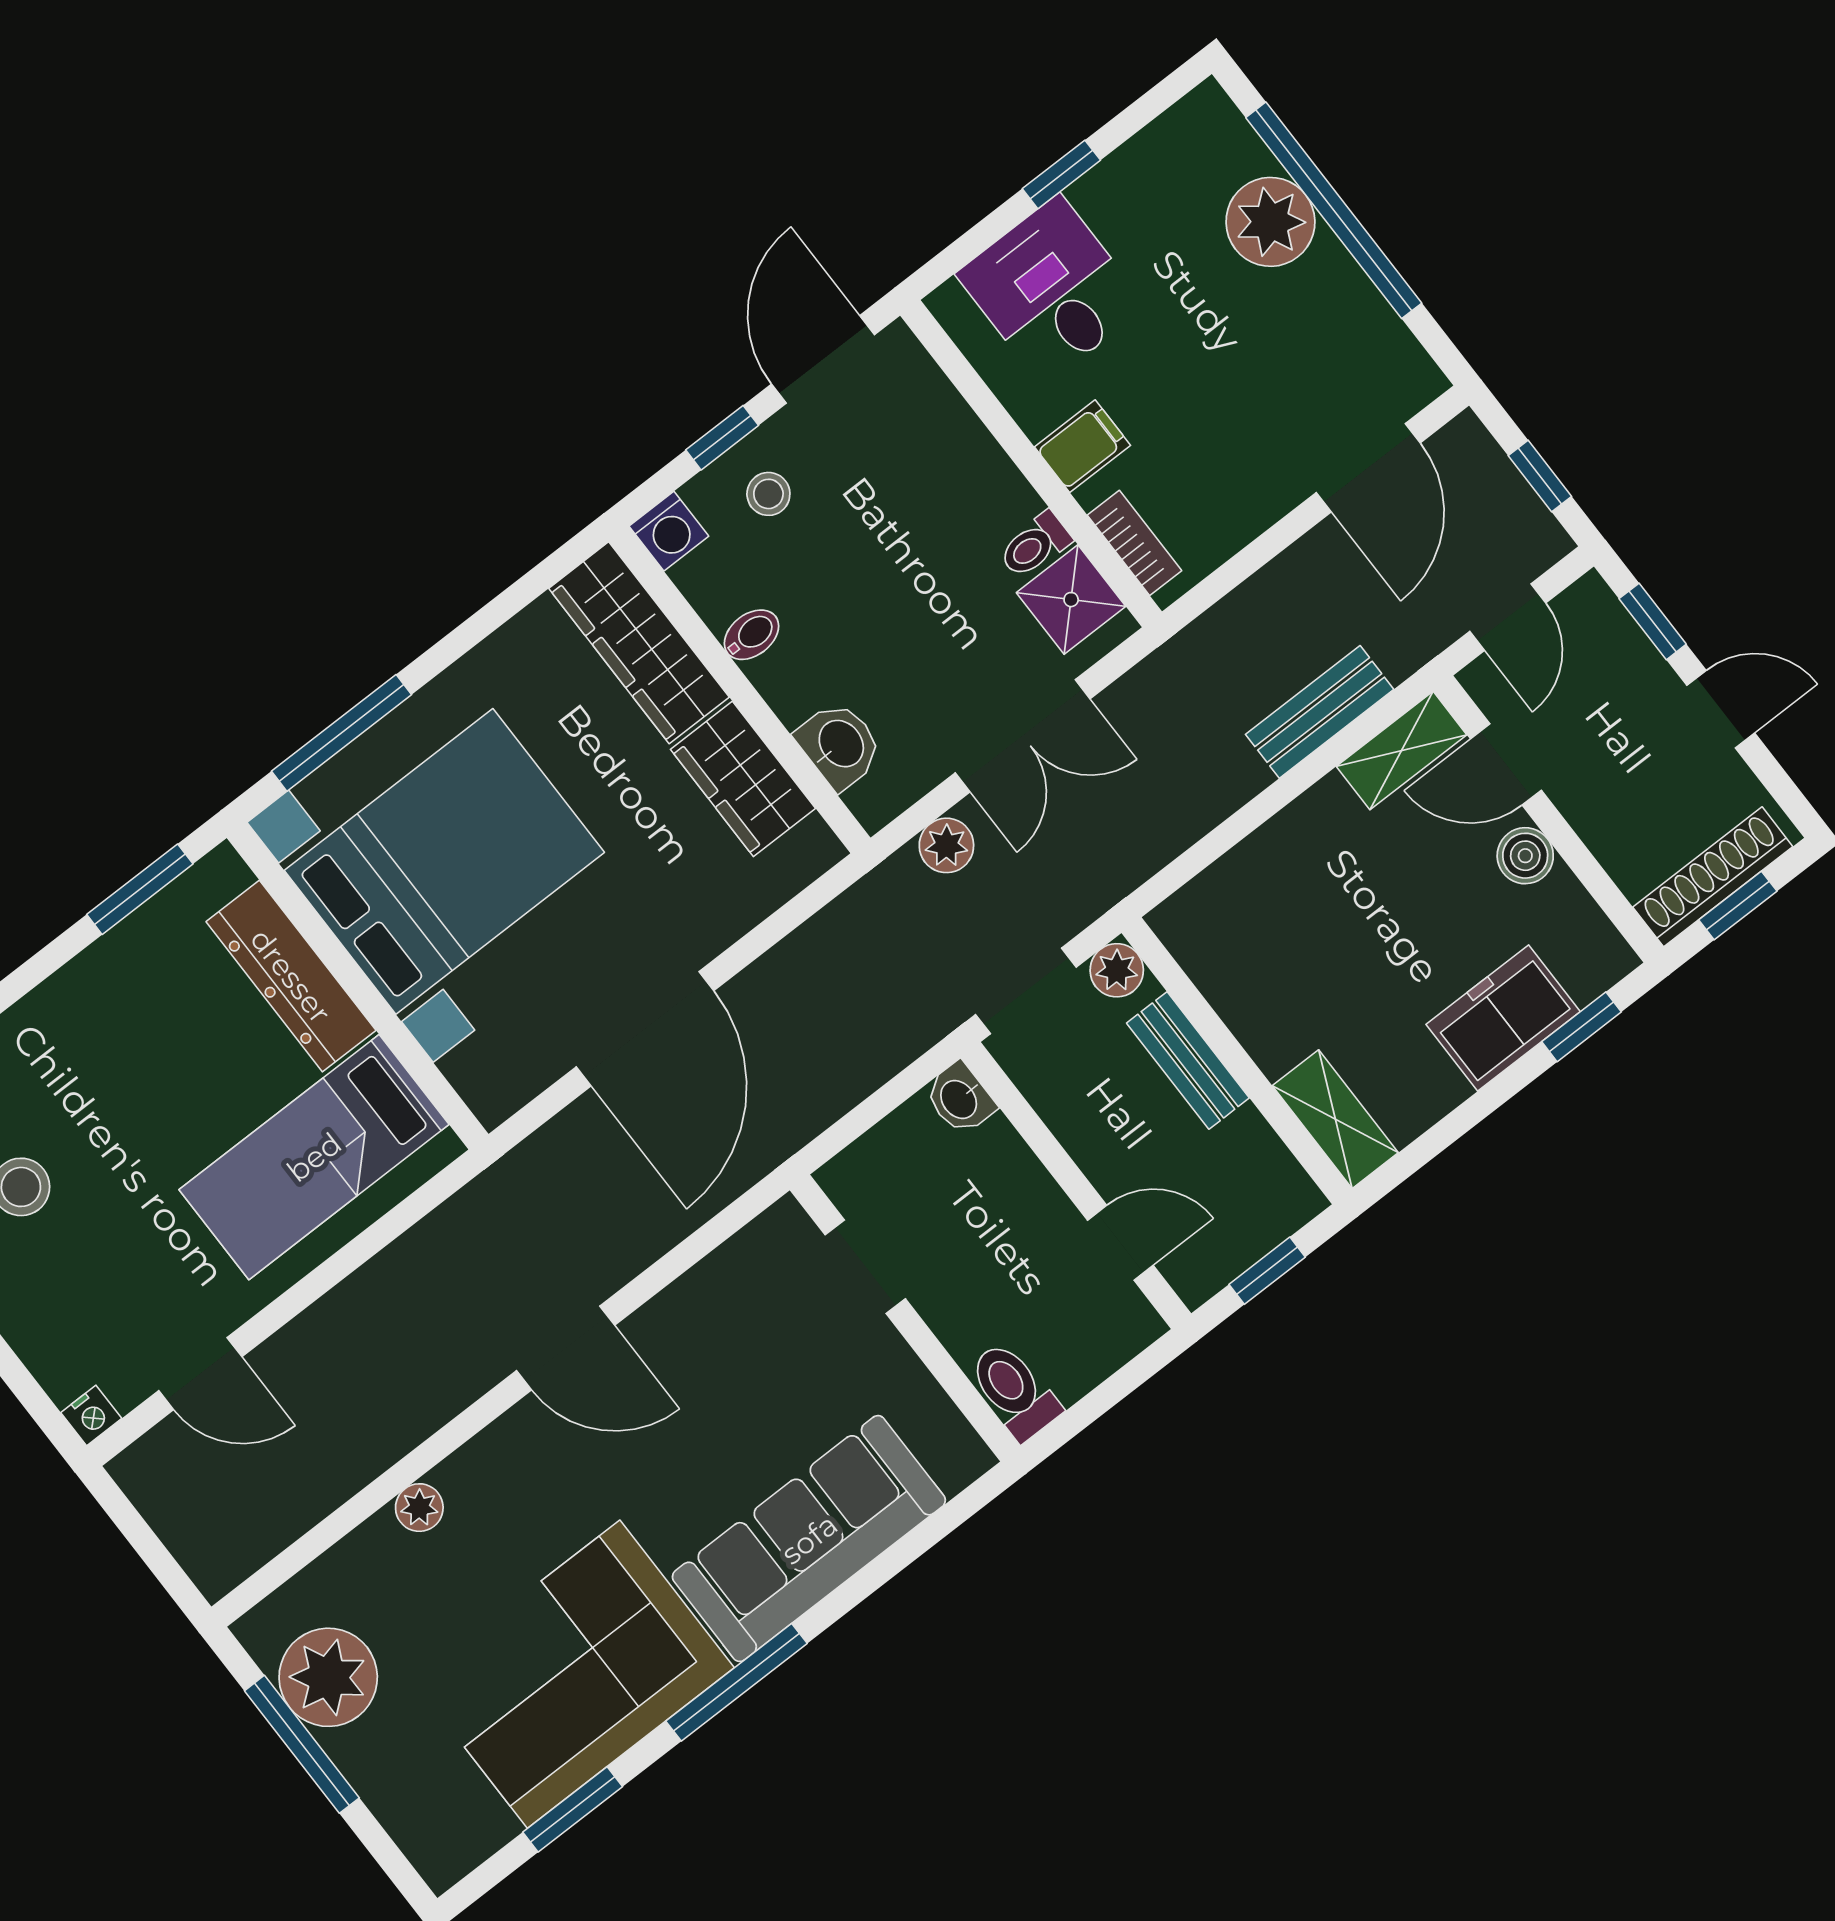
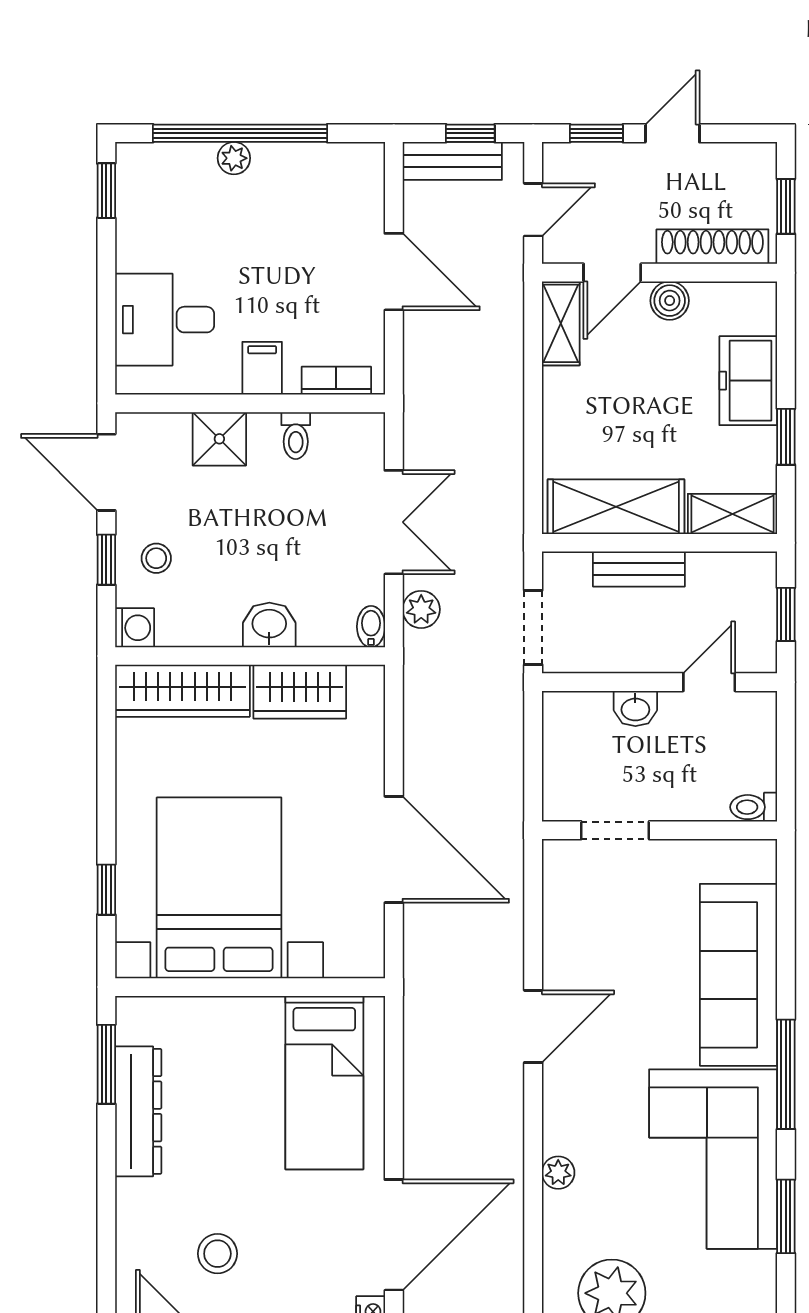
window: (1061, 174) -> (106, 191), moved
plant: (1270, 222) -> (234, 158), width x0.53, depth x0.53
door: (1368, 468) -> (394, 272), moved
shower: (1071, 600) -> (219, 439), moved
door: (1508, 617) -> (533, 210), hinge flipped
bidet: (751, 635) -> (371, 627), moved
bench: (1320, 712) -> (452, 161), moved, turned 90
window: (342, 733) -> (106, 890), width x0.46
washbasin: (840, 745) -> (269, 625), moved
shoe rack: (1713, 877) -> (712, 247), moved, turned 90
plant: (1117, 970) -> (560, 570), removed
dresser: (291, 976) -> (138, 1111), moved, turned -90
shelving: (1239, 978) -> (616, 507), added
window: (1582, 1027) -> (786, 437), moved
washbasin: (960, 1099) -> (635, 708), moved
door: (200, 1374) -> (394, 1235), width x1.88
toilet: (1014, 1391) -> (754, 807), width x0.73, depth x0.72

